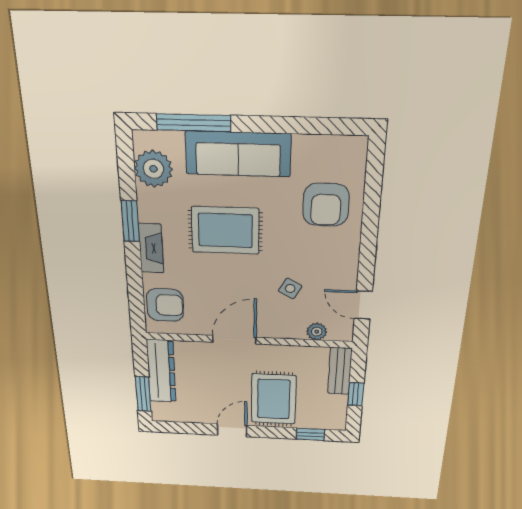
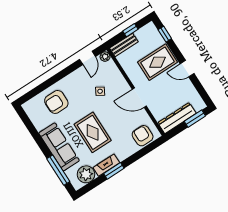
armchair: (326, 205) -> (56, 102), turned 180
fireplace: (151, 248) -> (106, 165), moved
plant: (317, 332) -> (105, 57), moved

